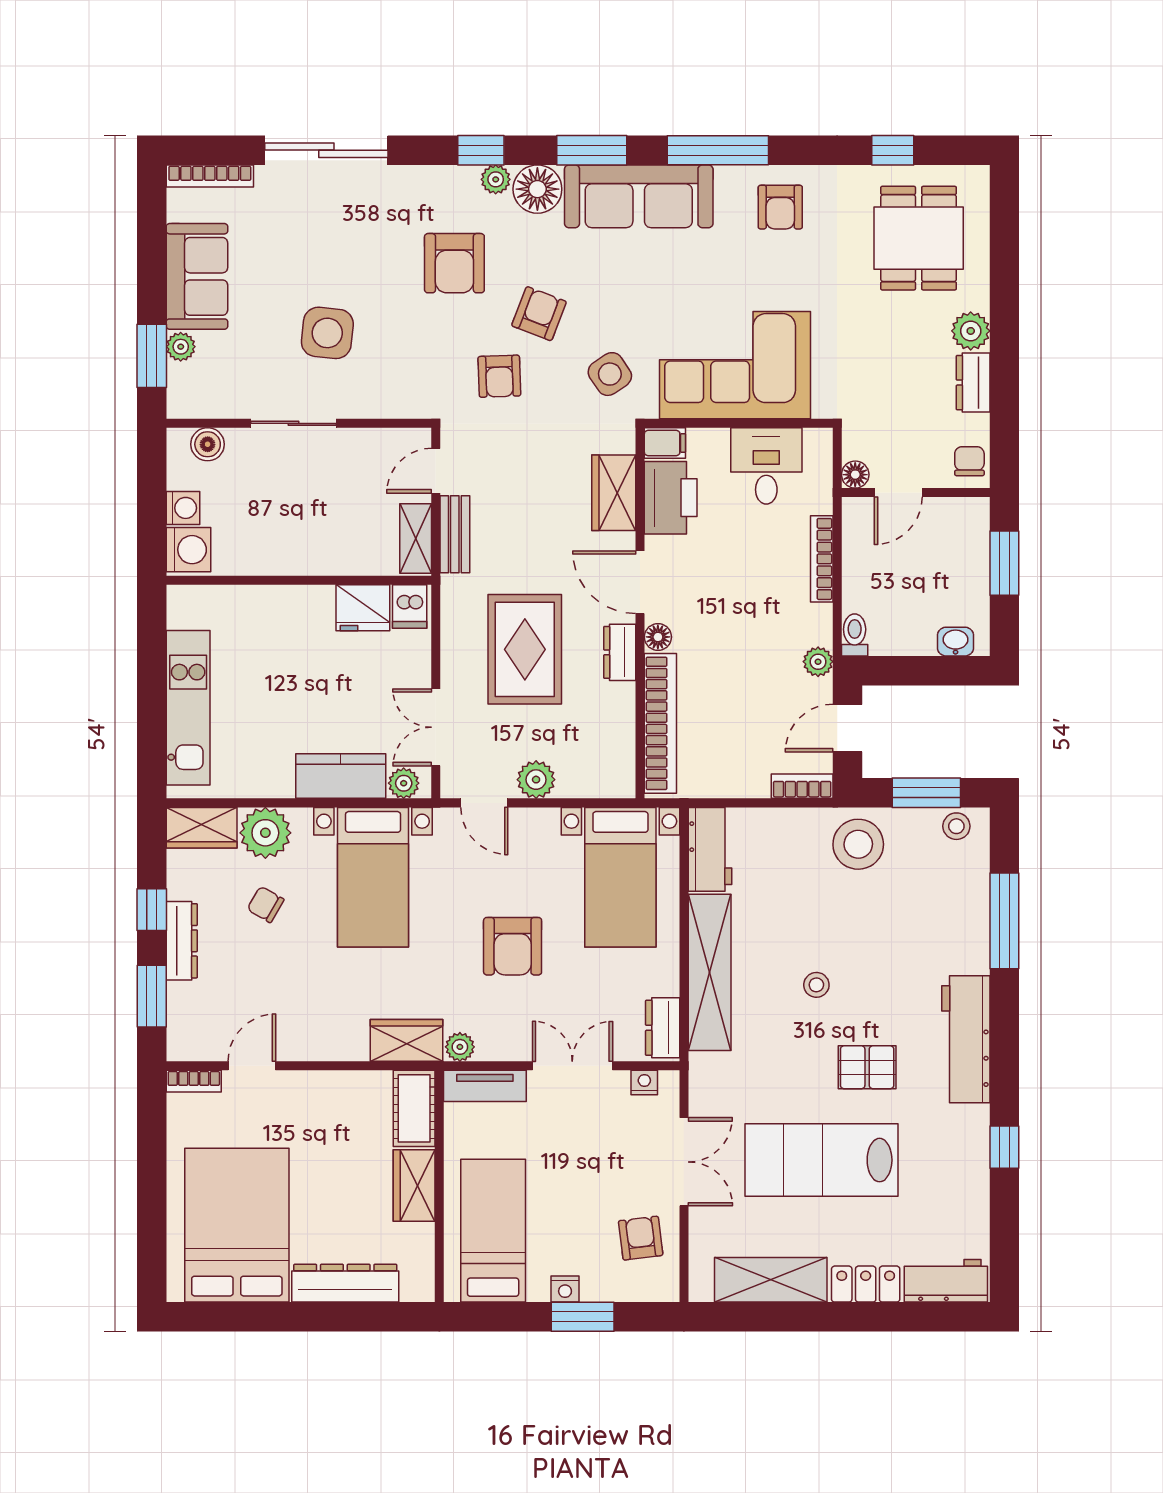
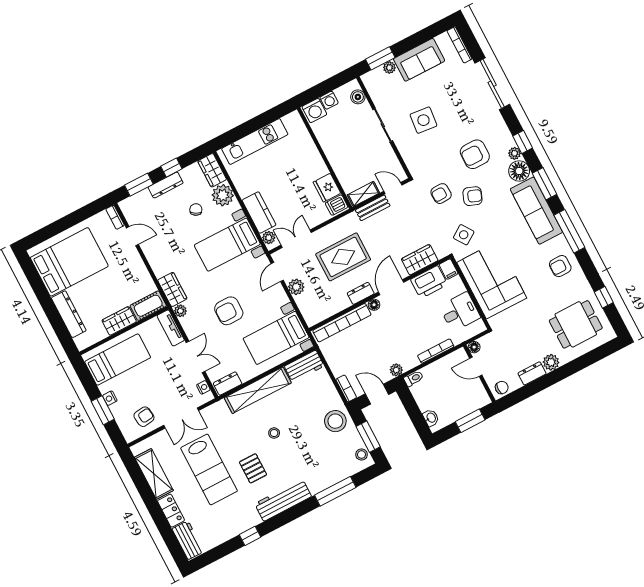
lab bench: (821, 1160) -> (209, 469), turned 180

